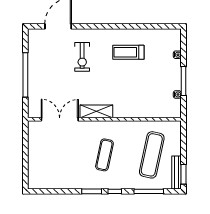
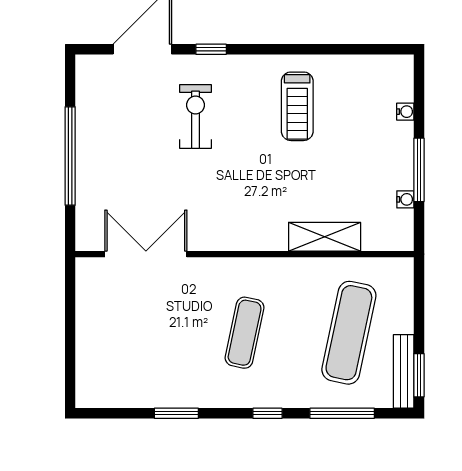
window: (89, 26) -> (211, 49), added
treadmill: (128, 52) -> (297, 106), turned -90
exercise bike: (82, 57) -> (195, 116), turned 180
shelving: (96, 111) -> (325, 237), moved
window: (92, 191) -> (176, 413), moved

